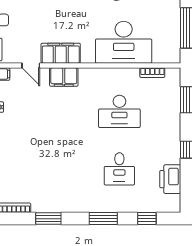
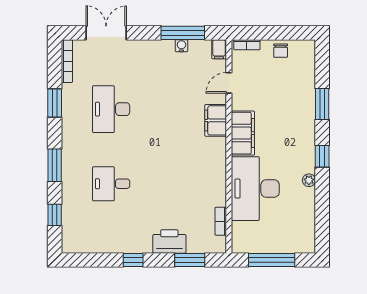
filing cabinet: (61, 53) -> (243, 133), moved
desk: (119, 111) -> (111, 109), moved
printer: (170, 179) -> (169, 241), moved

